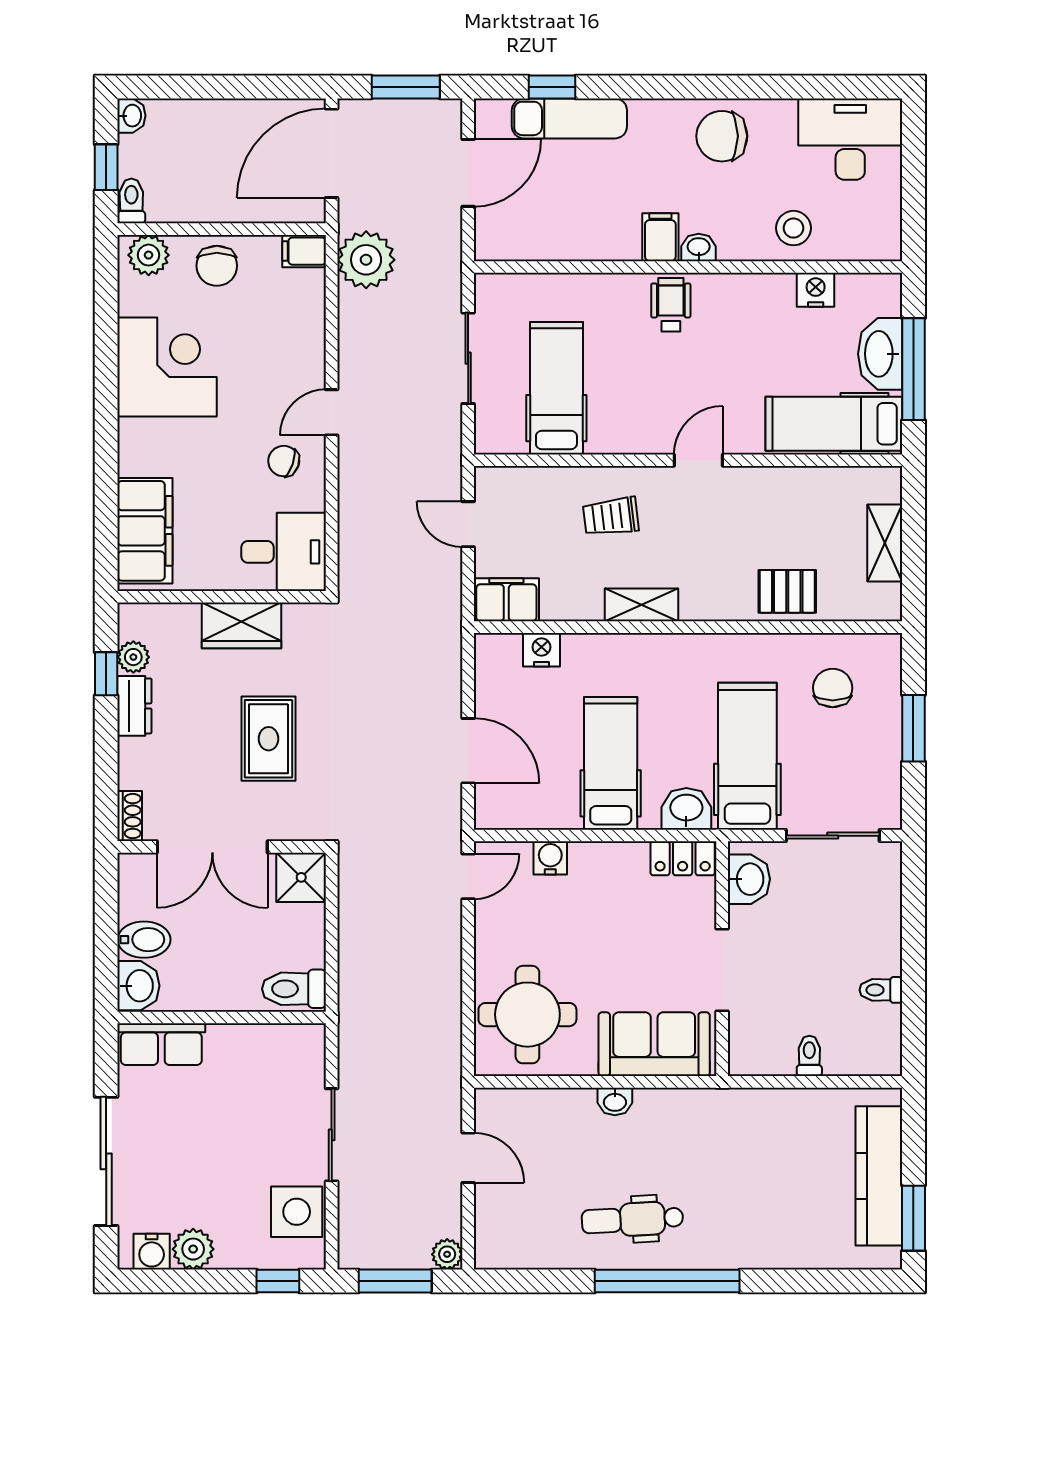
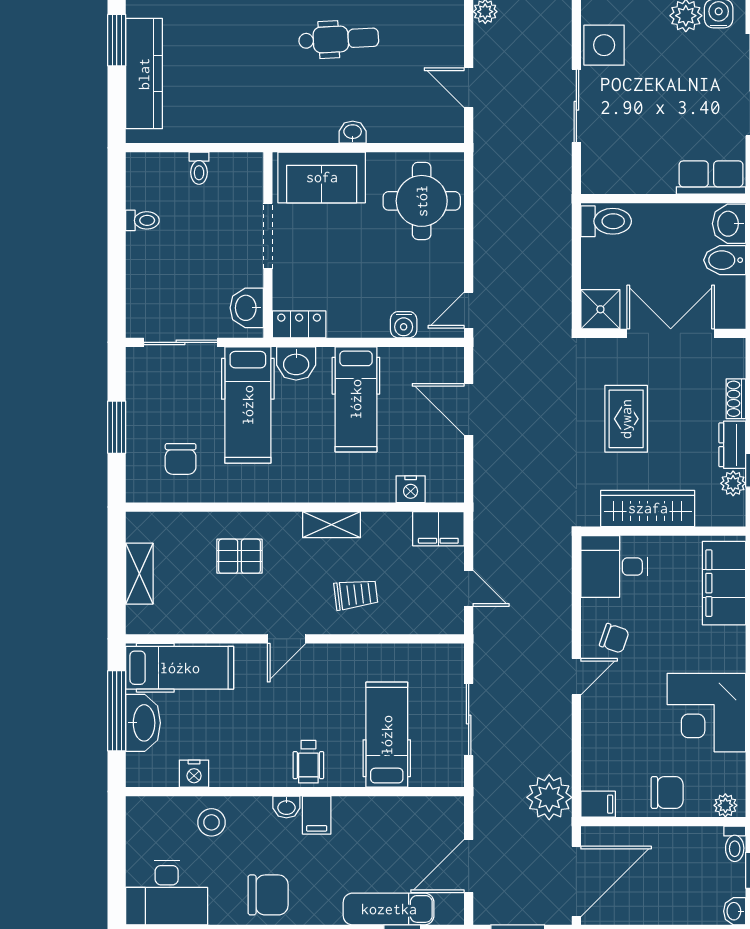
plant: (149, 255) -> (725, 805), width x0.73, depth x0.73
chair: (217, 266) -> (667, 793), turned 90
hospital bed: (556, 388) -> (387, 735), moved, turned 180
pallet: (787, 591) -> (240, 556), moved
wardrobe: (242, 625) -> (648, 508), width x1.50
shoe rack: (130, 816) -> (736, 399), moved

